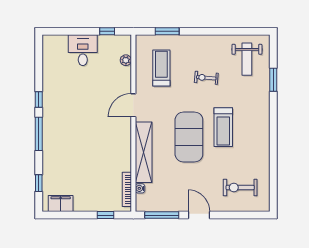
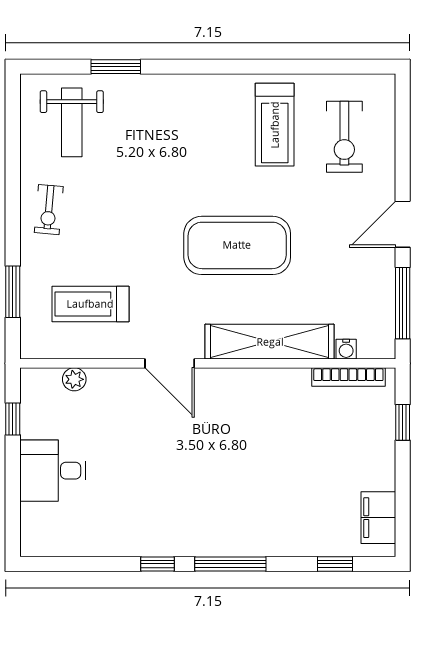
weight bench: (247, 59) -> (72, 122), turned 90
exercise bike: (206, 78) -> (49, 210), moved
treadmill: (223, 127) -> (275, 125), moved, turned 90

